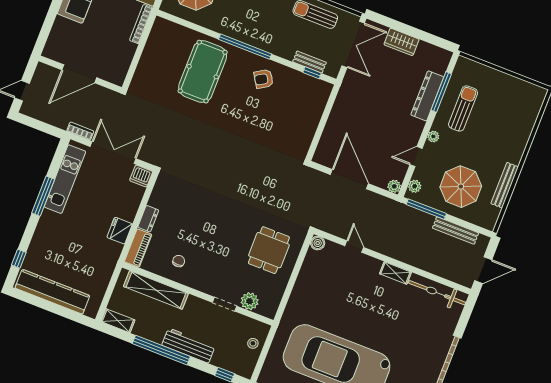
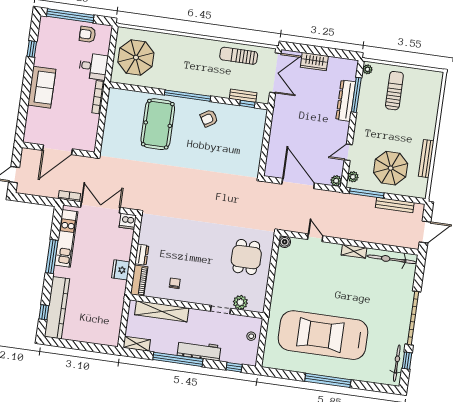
sun lounger: (463, 108) -> (394, 91), moved
plant: (433, 137) -> (367, 69), moved
kitchen counter: (52, 292) -> (57, 308), moved, turned 90

